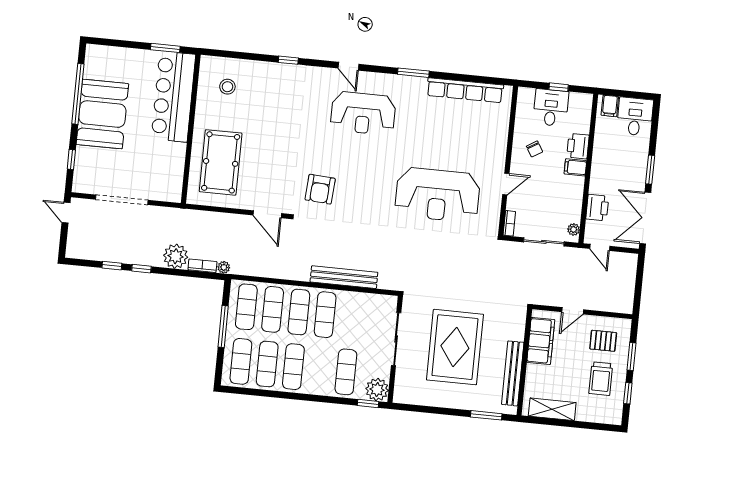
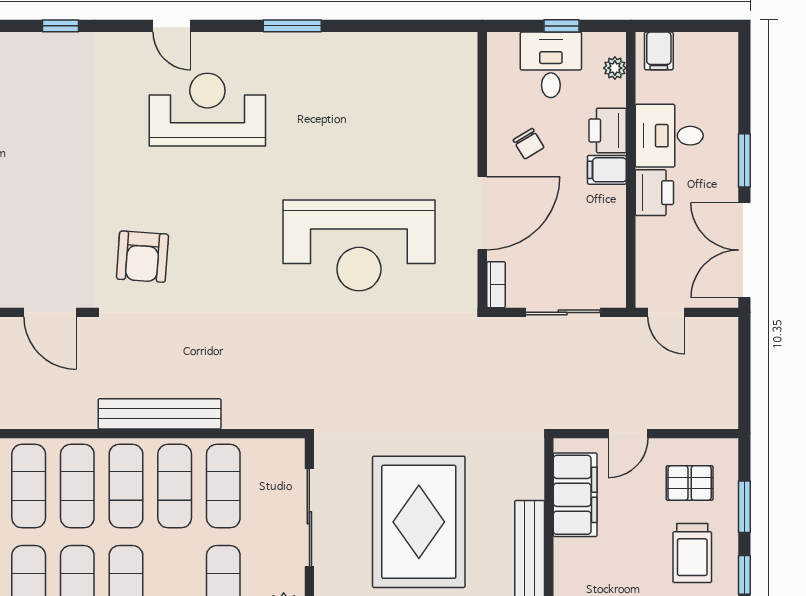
row of seats: (465, 90) -> (390, 49), removed
reception desk: (363, 113) -> (207, 110), turned 180
desk: (635, 117) -> (669, 136), moved, turned -90
door: (506, 184) -> (482, 213), width x1.87
printer: (597, 208) -> (654, 193), moved
plant: (574, 229) -> (615, 68), moved
bench: (344, 277) -> (160, 414), moved
exercise mat: (351, 317) -> (223, 486), added

